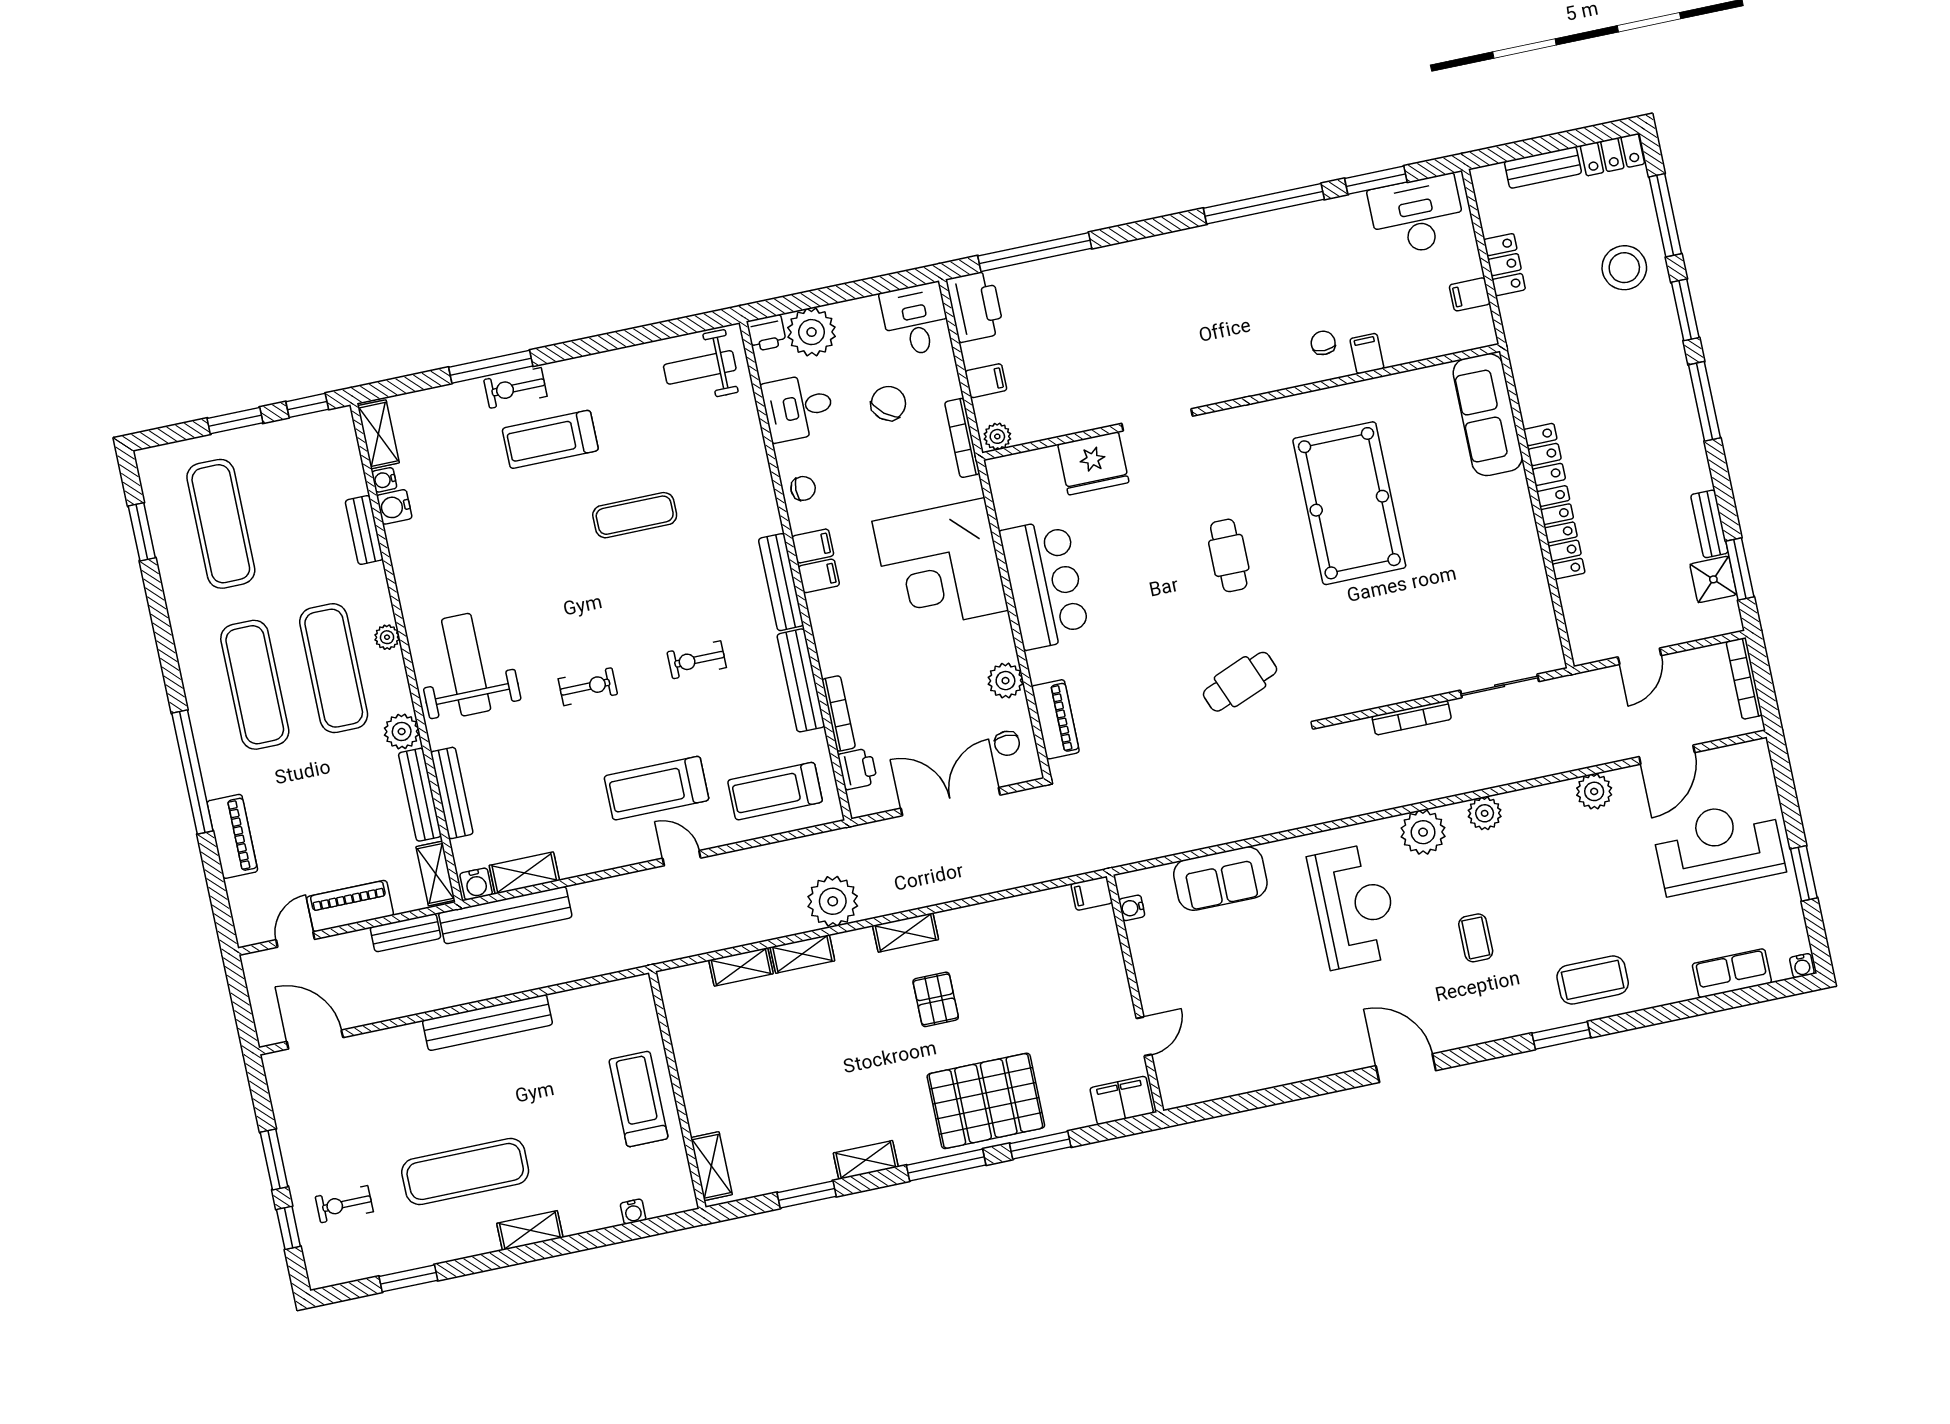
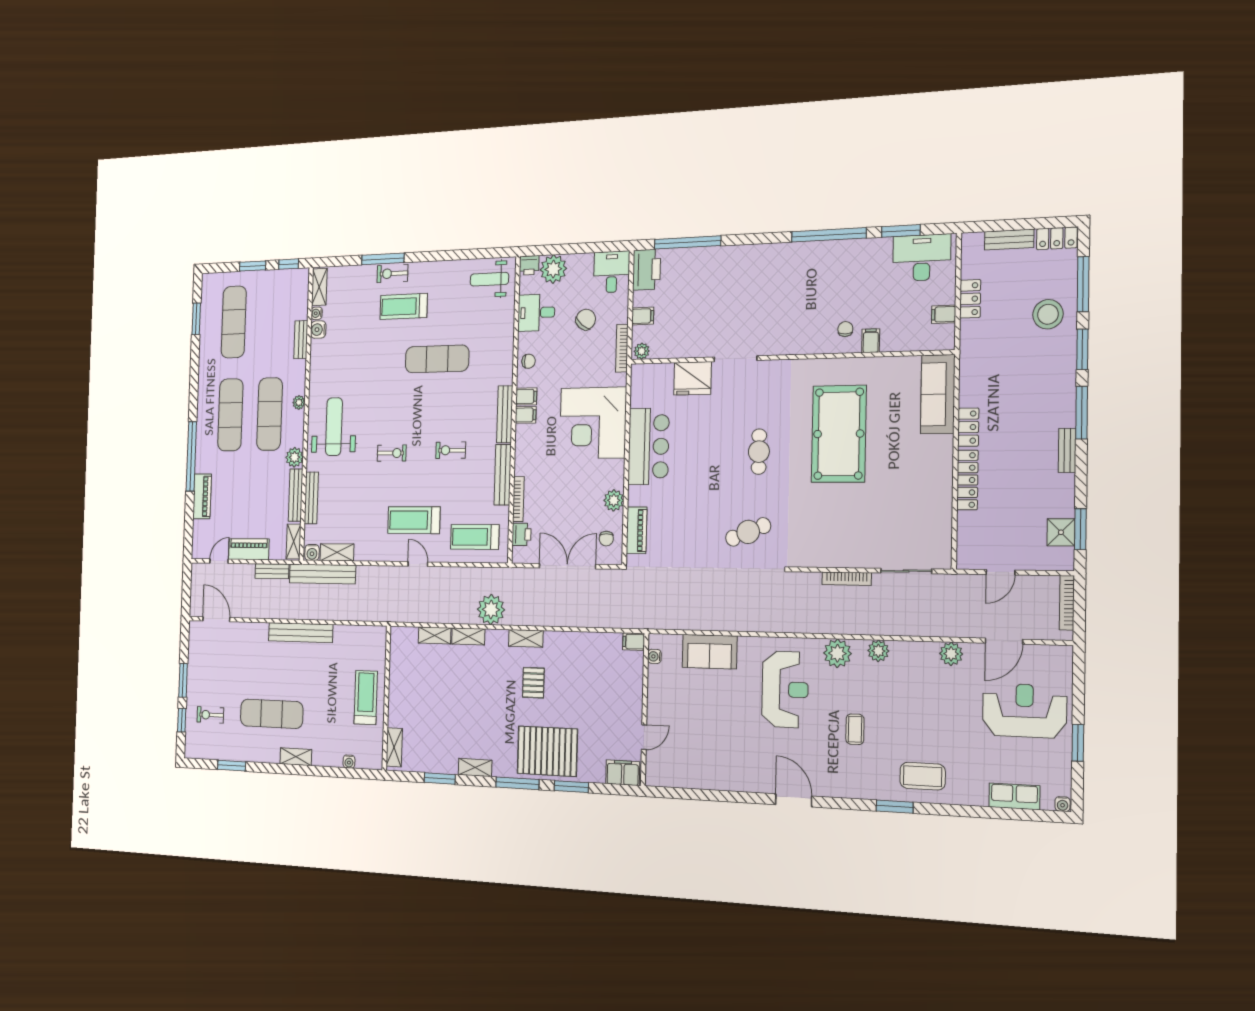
exercise mat: (635, 515) -> (437, 359), width x1.36, depth x1.45
bench: (1709, 524) -> (1067, 450), moved

